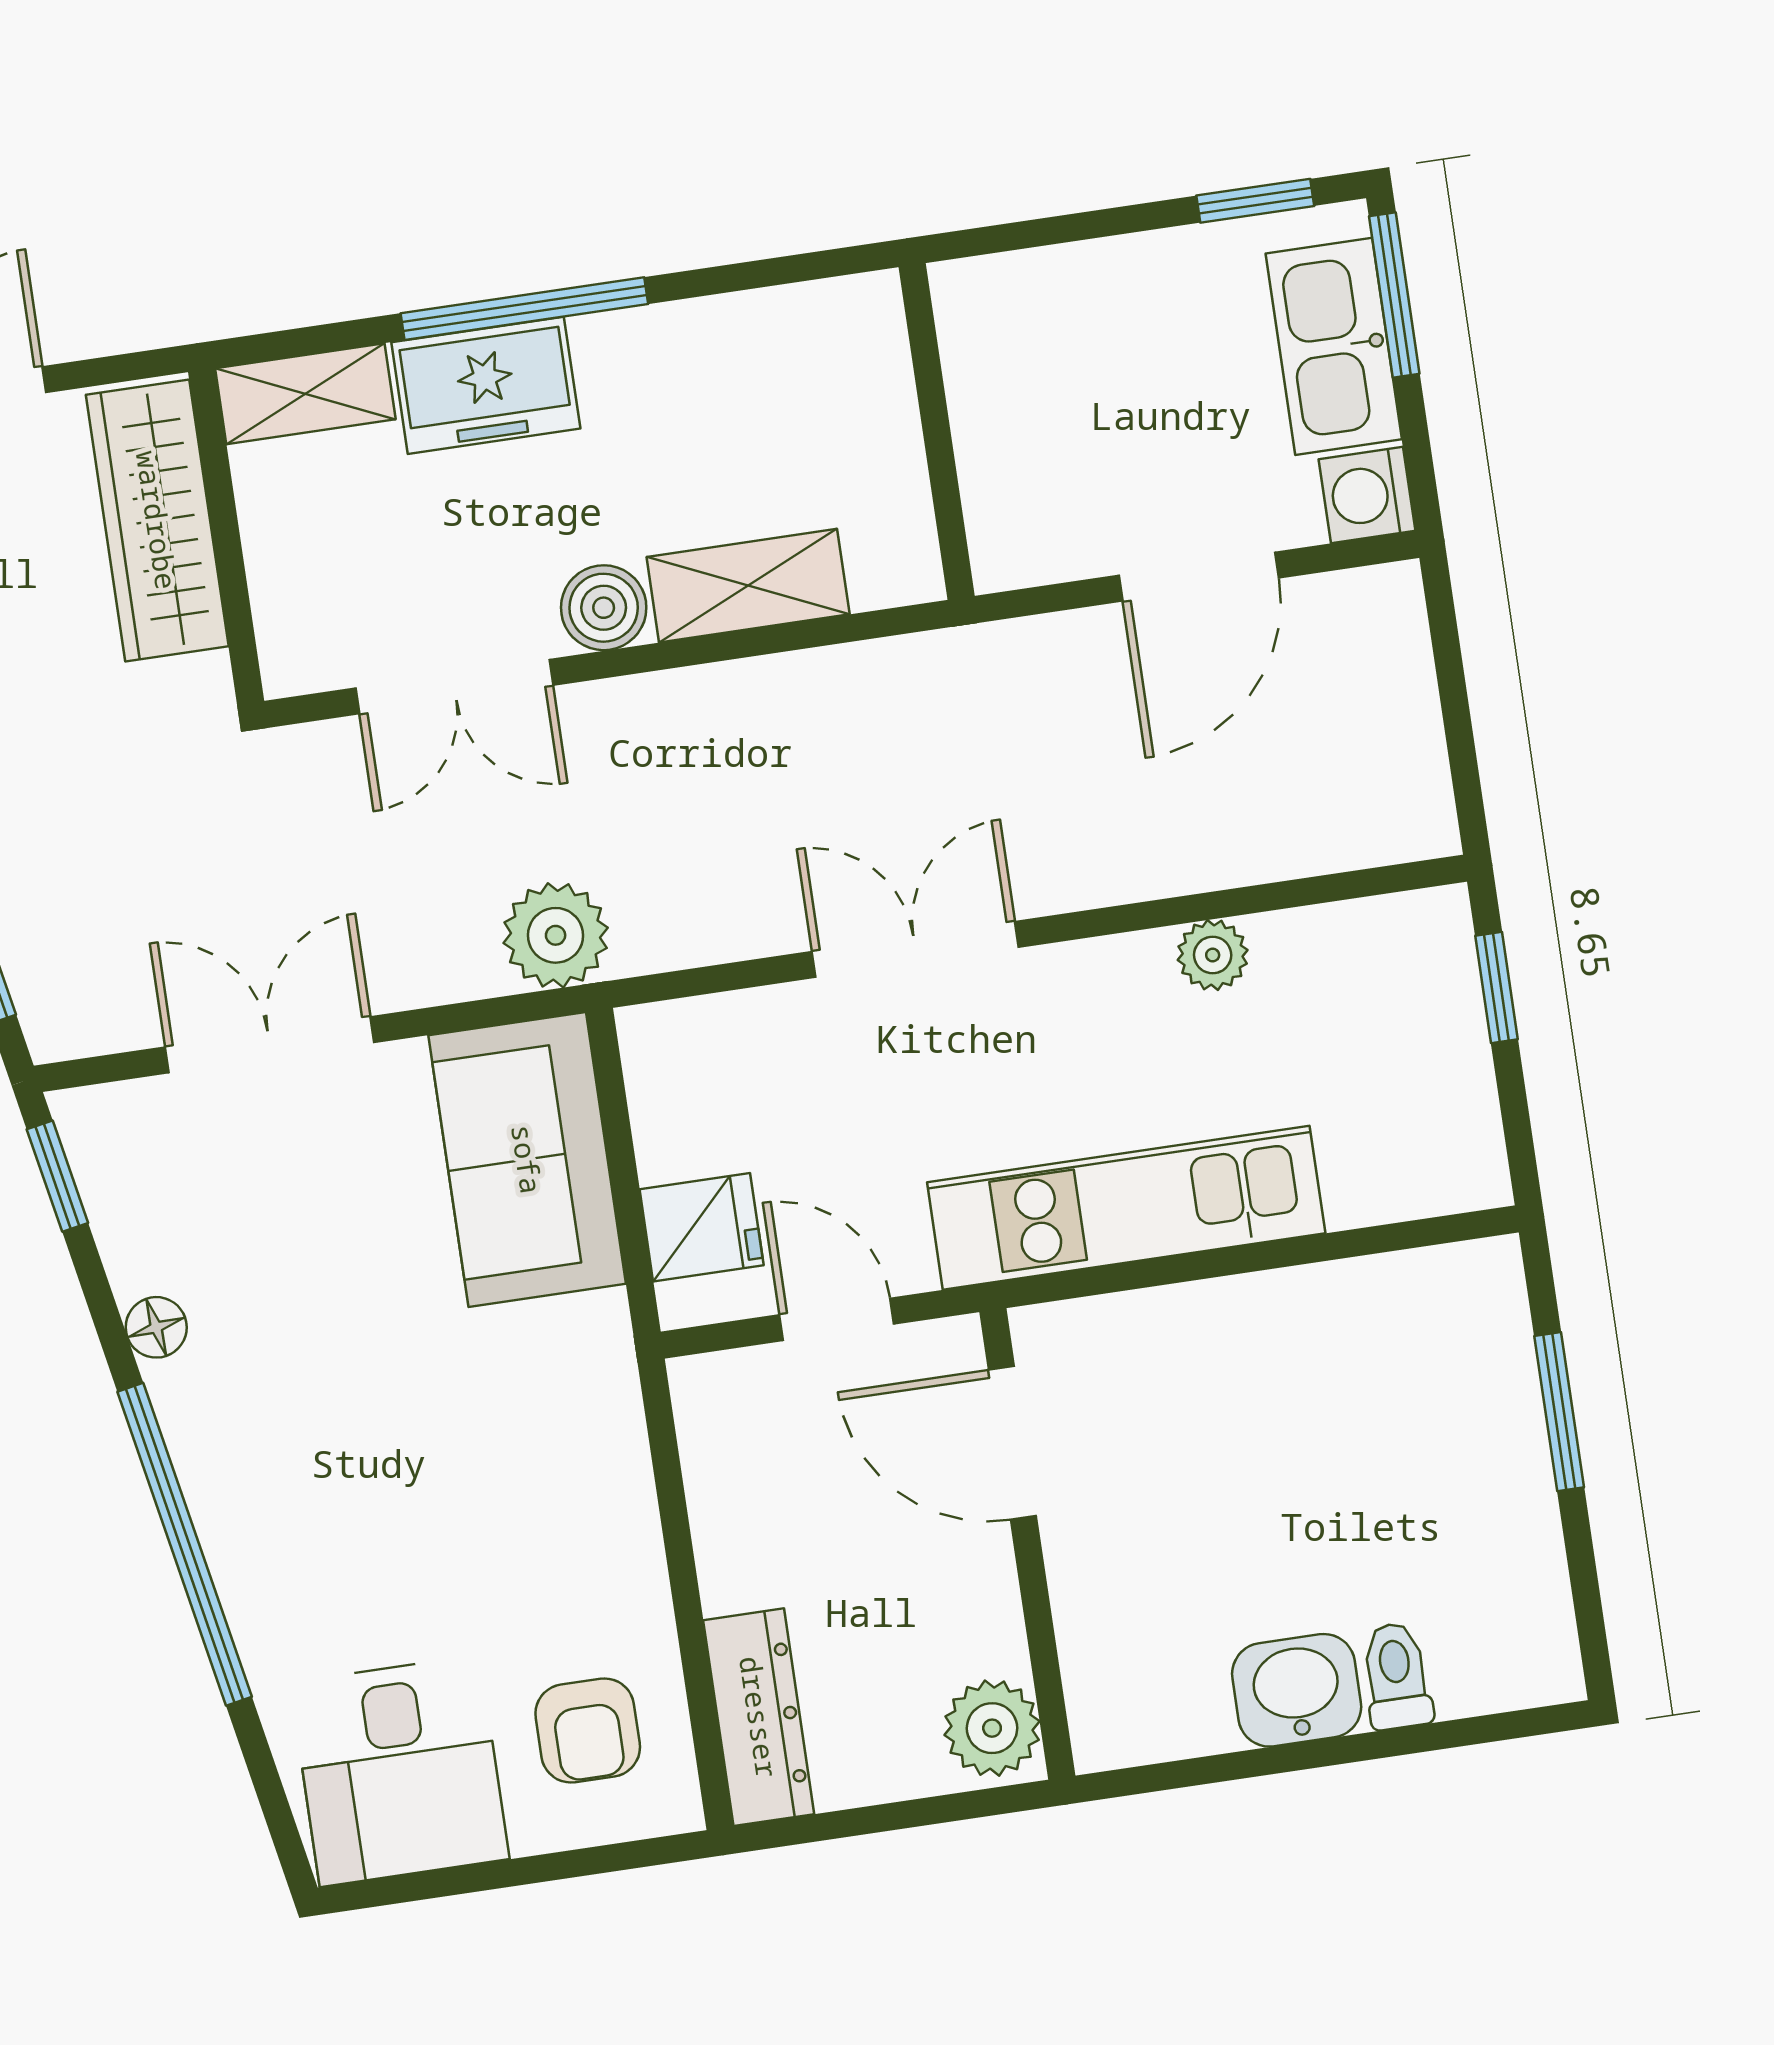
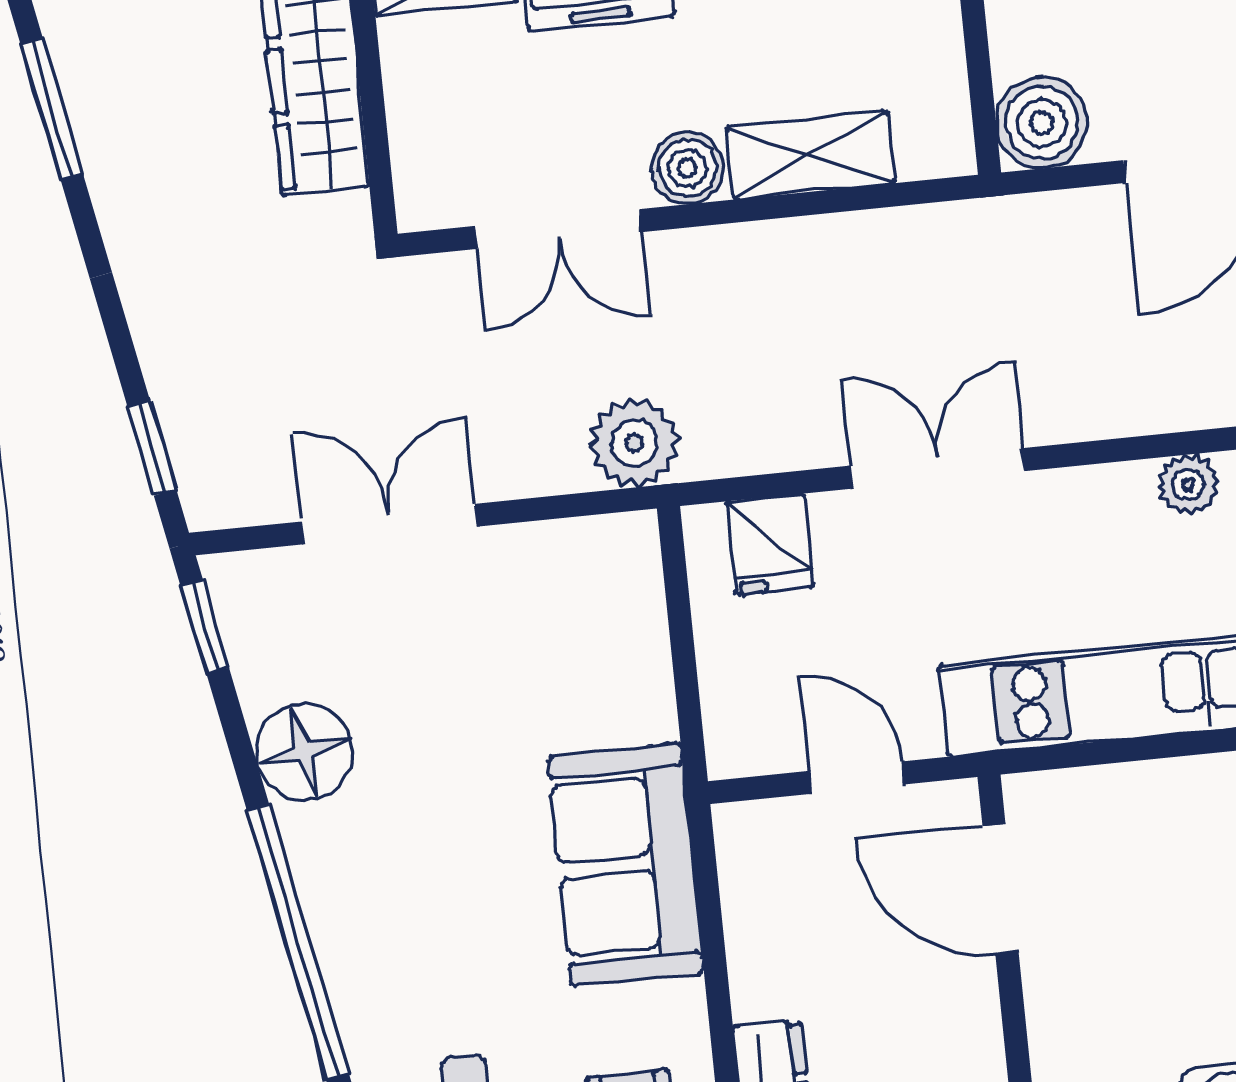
boiler: (1020, 535) -> (1042, 123), added
sofa: (527, 1159) -> (626, 865), moved
fridge: (702, 1227) -> (770, 544), moved, turned 90
floor lamp: (156, 1327) -> (304, 752), width x1.89, depth x1.89

